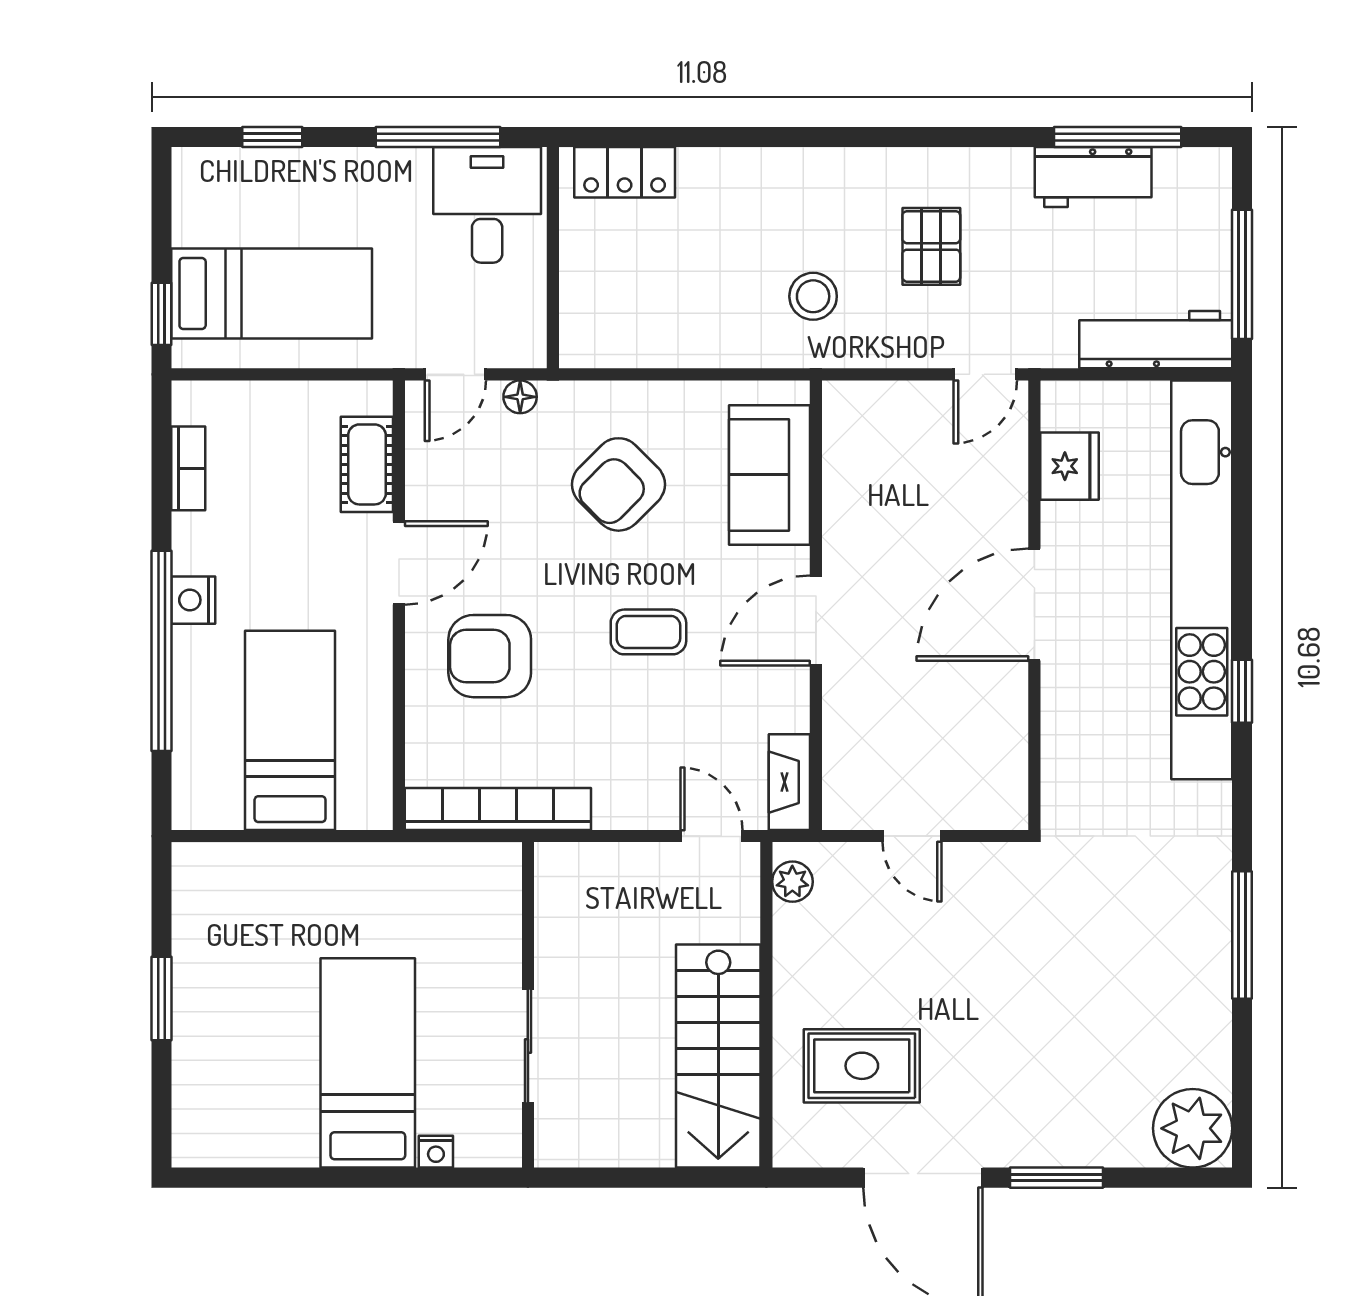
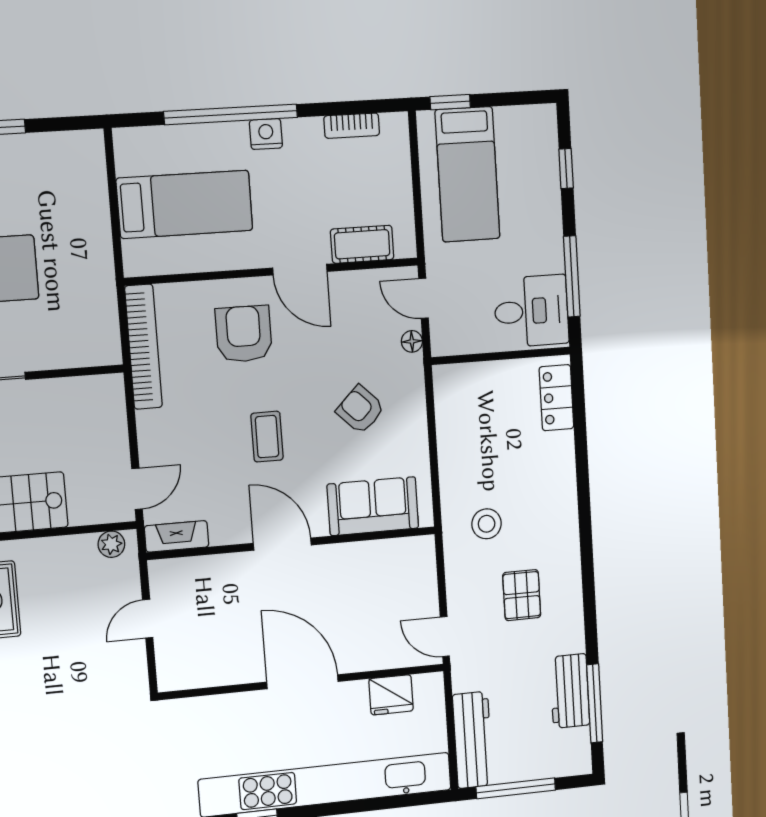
pallet: (931, 246) -> (522, 595), turned 90
armchair: (618, 484) -> (360, 410), width x0.72, depth x0.72

